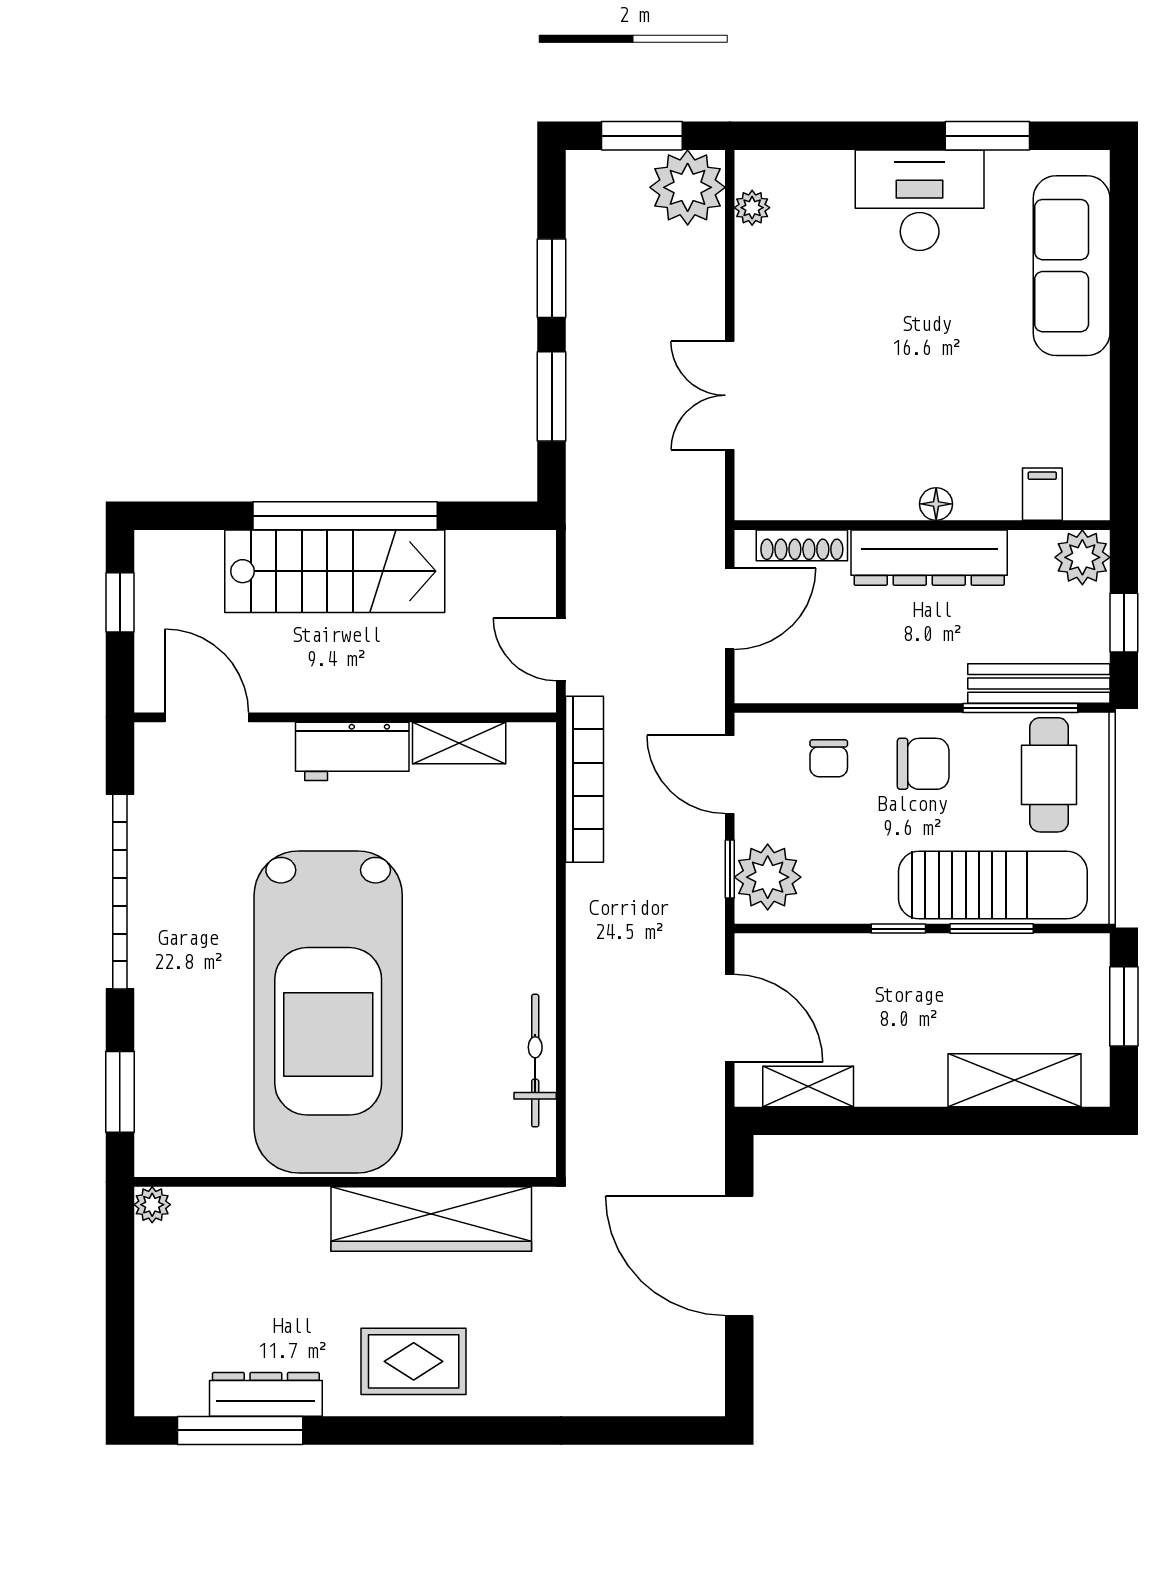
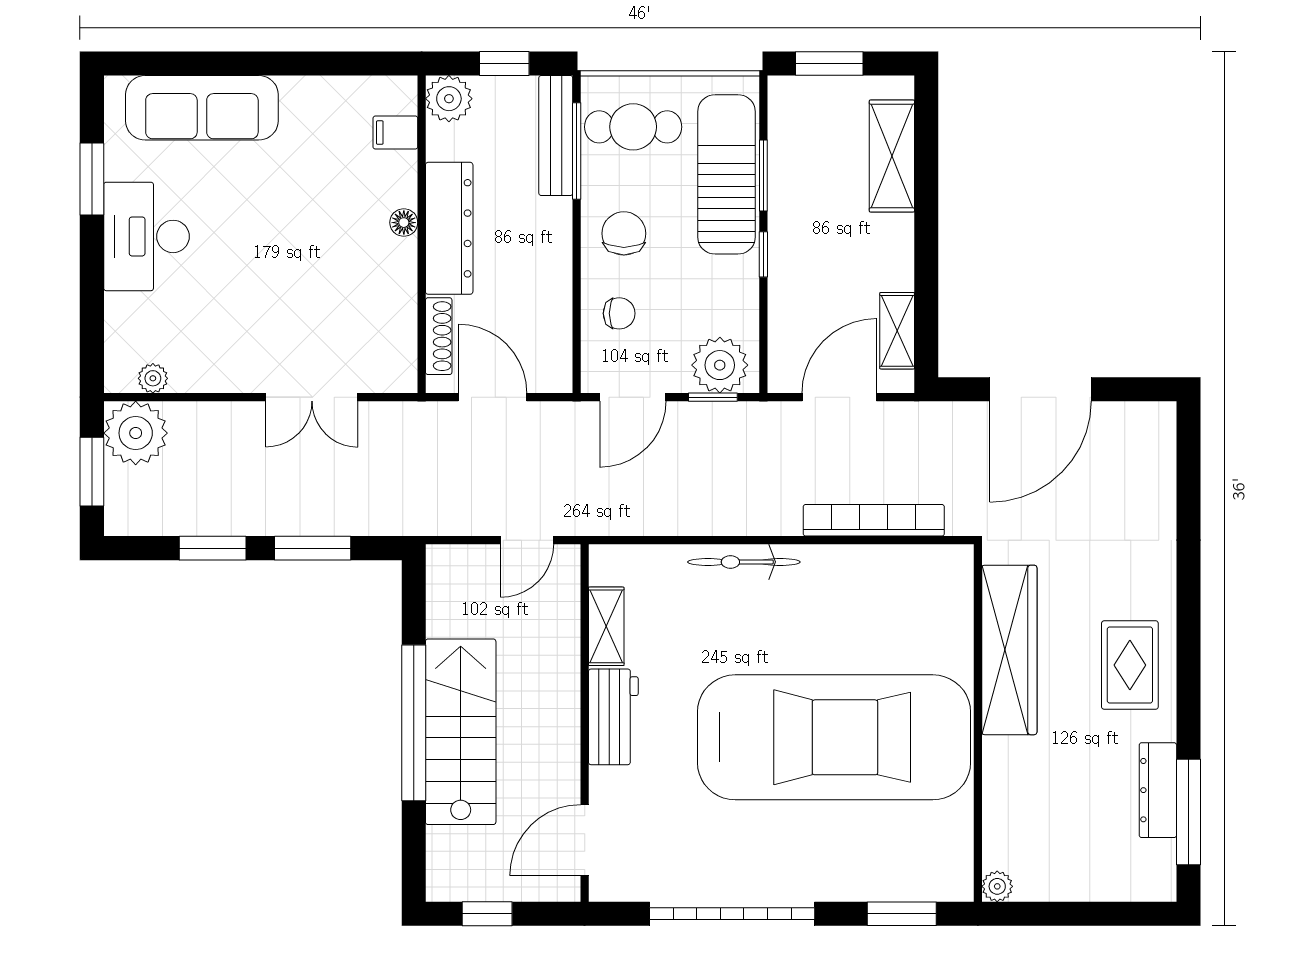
bookcase: (584, 779) -> (874, 520), moved
bicycle: (535, 1061) -> (744, 562), moved

